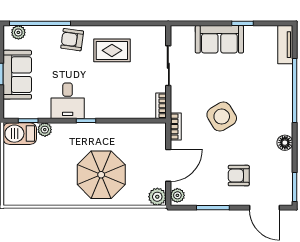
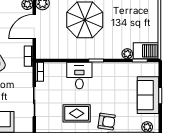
desk: (68, 101) -> (79, 76), moved

